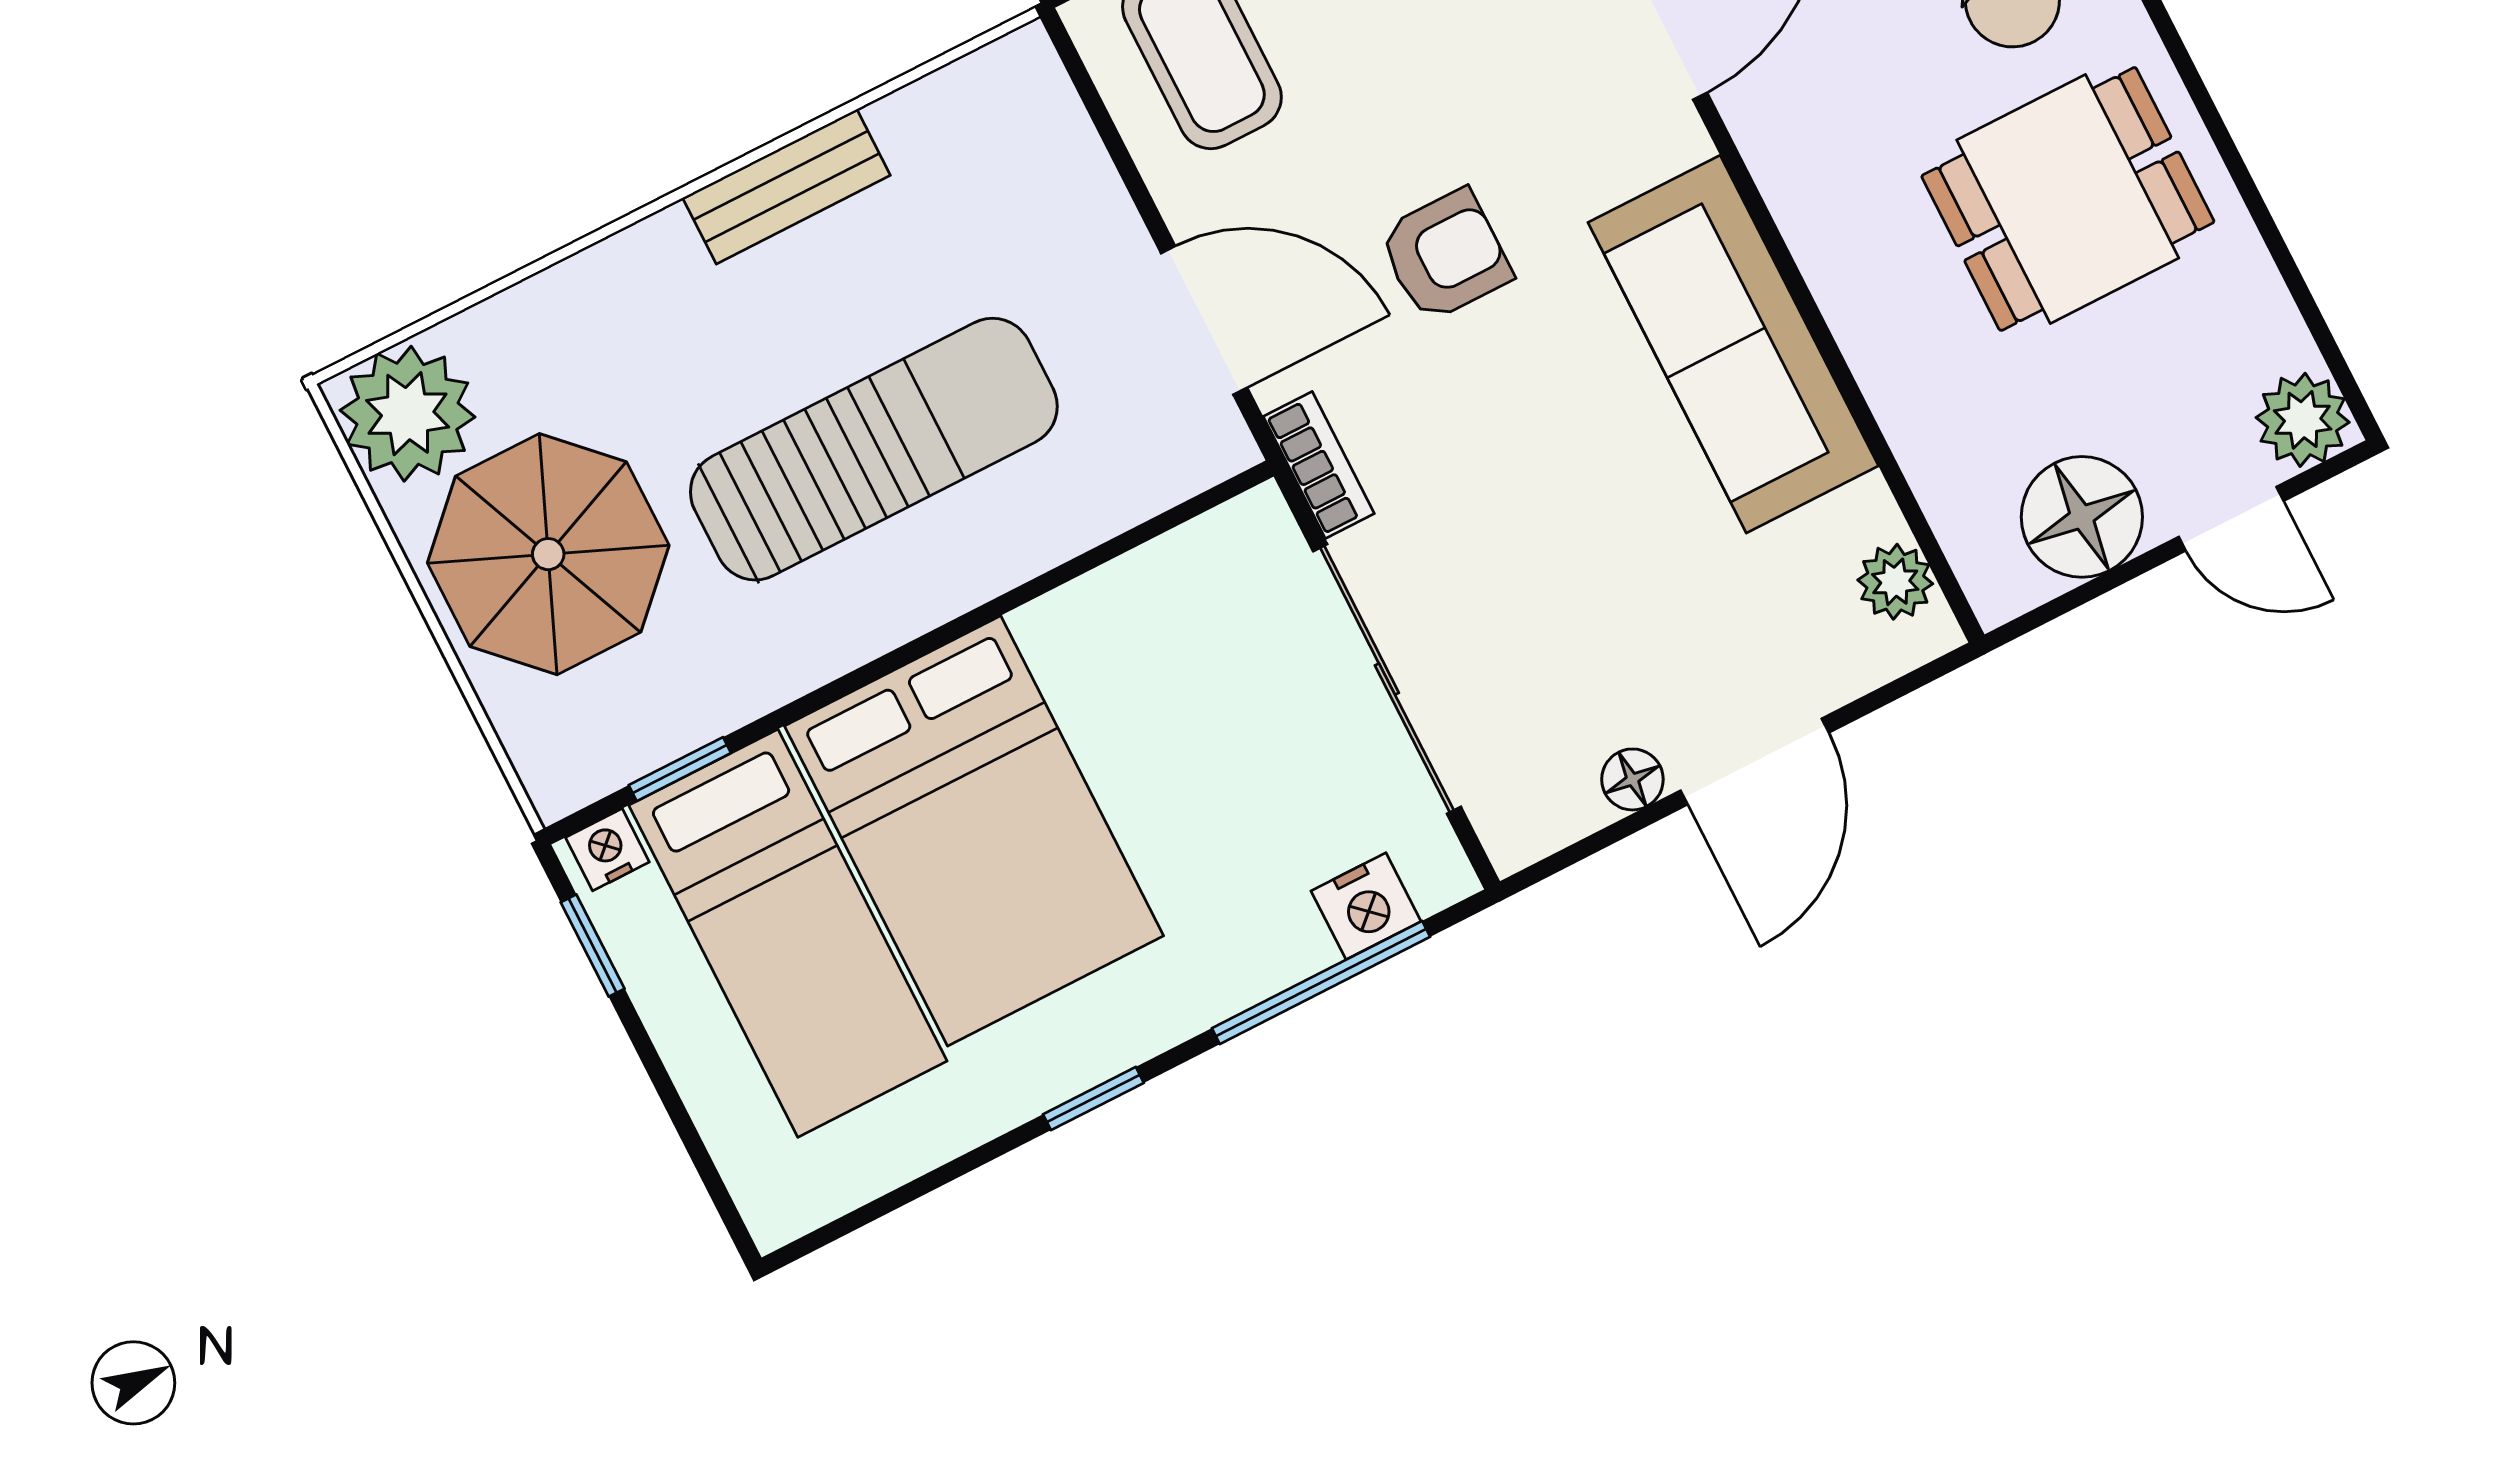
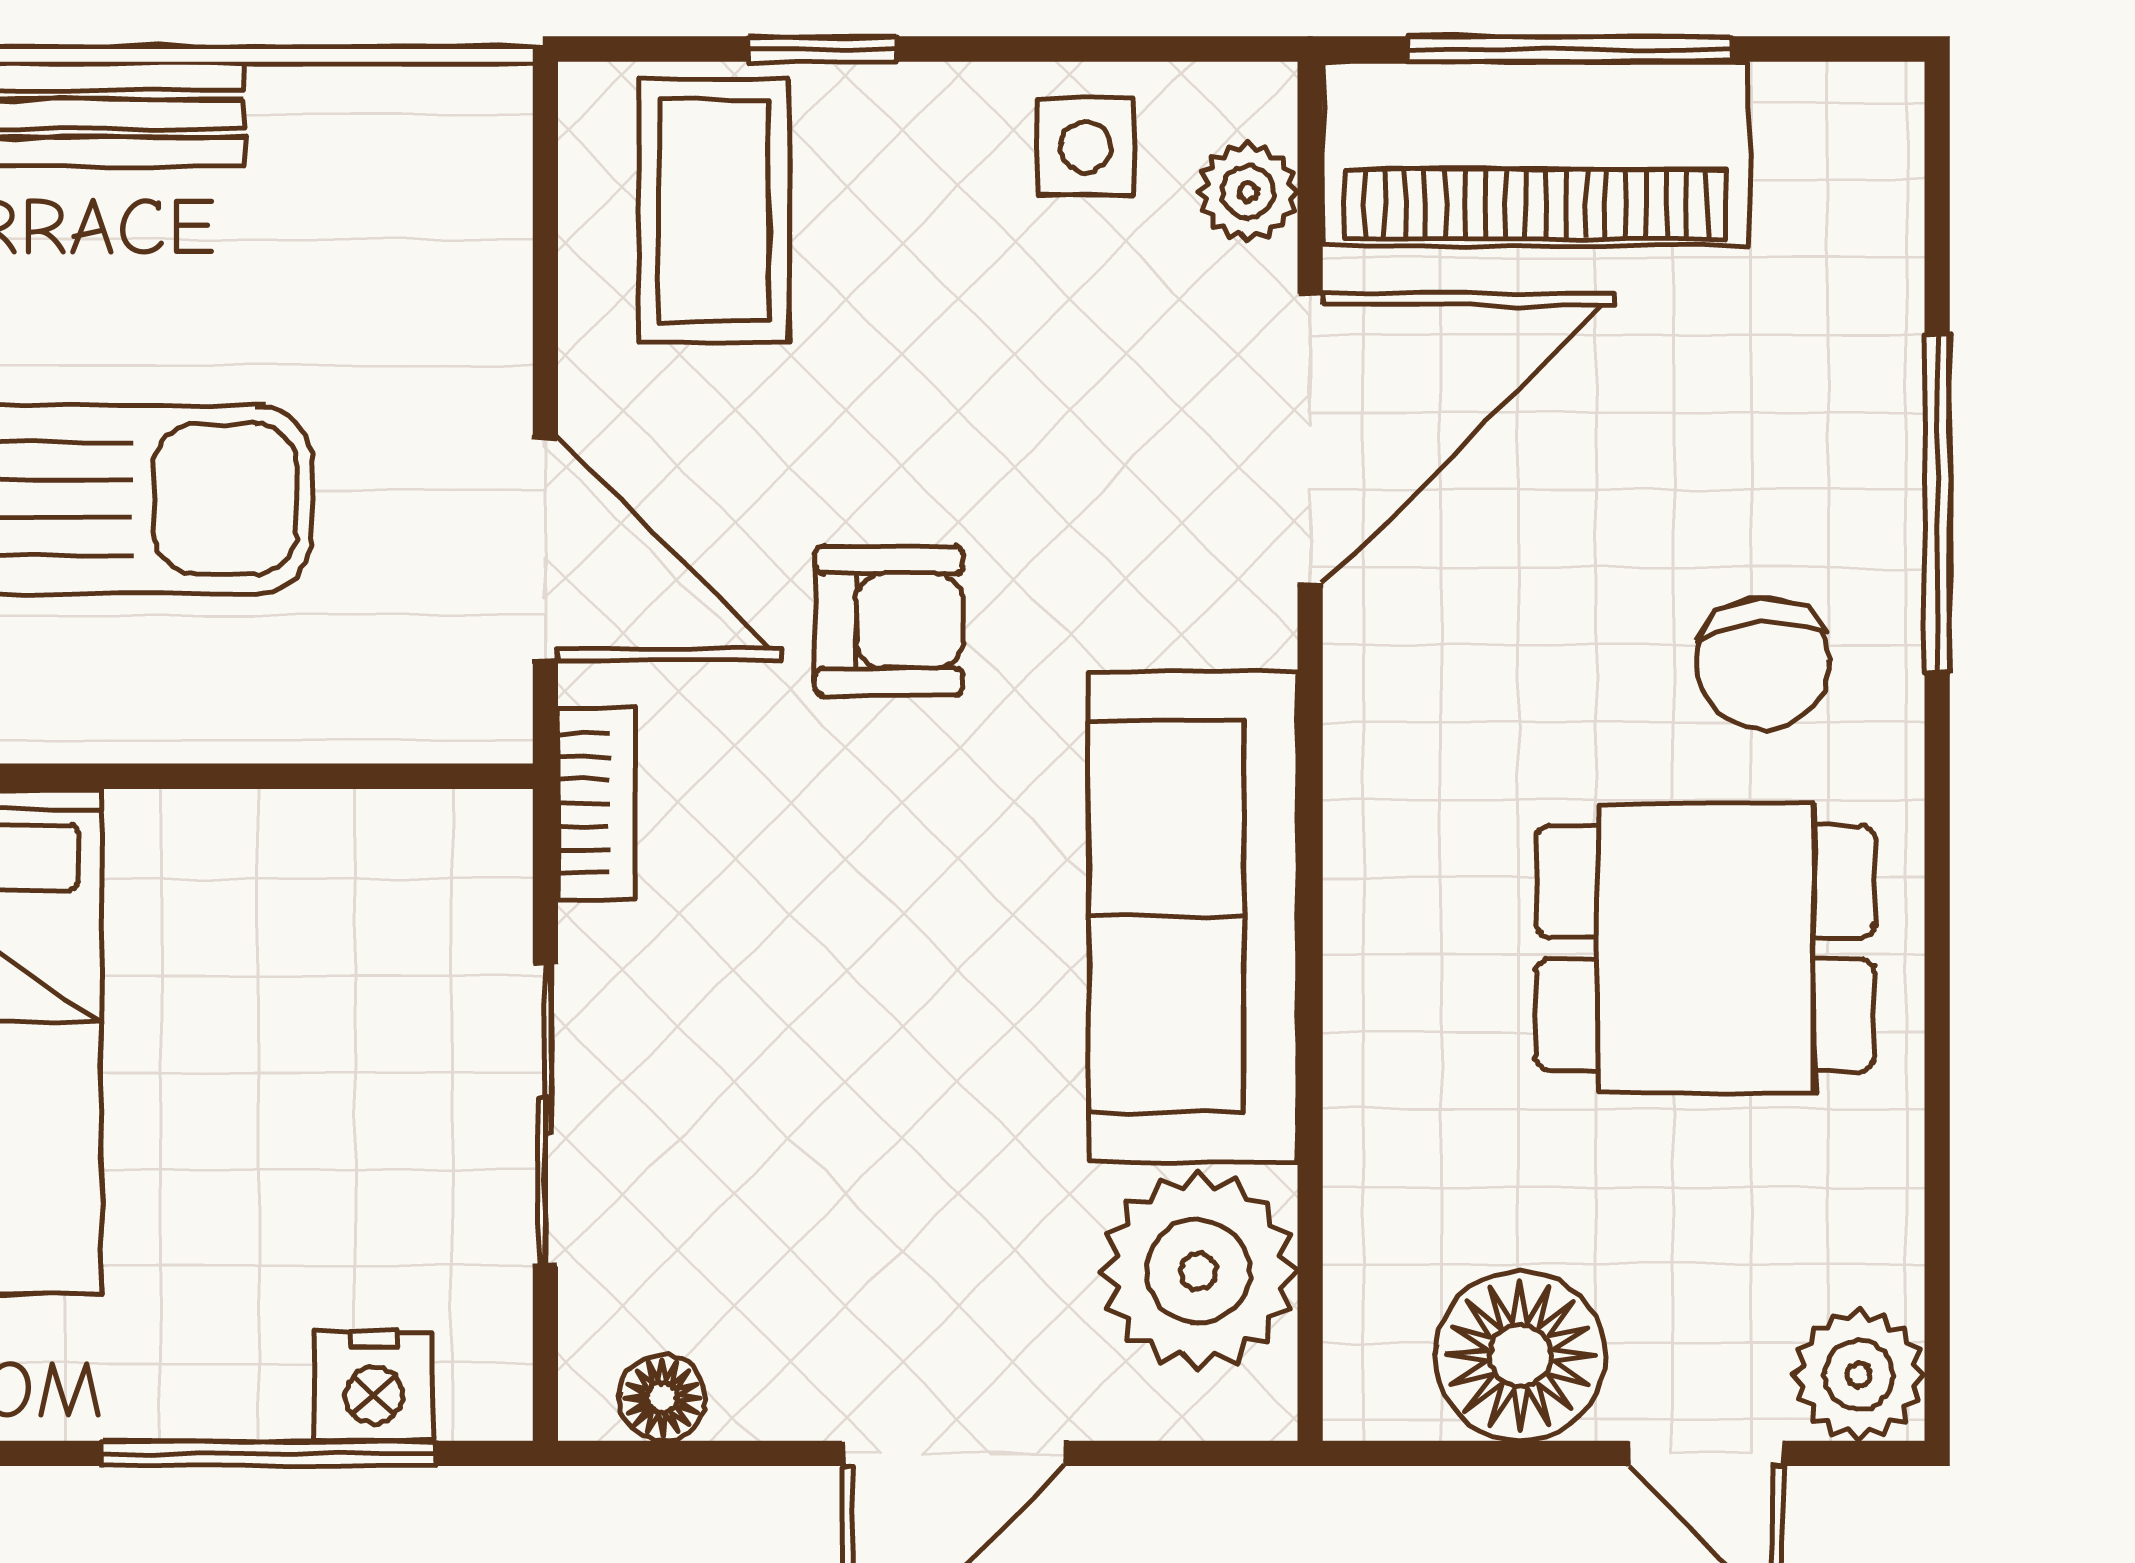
plant: (1895, 582) -> (1198, 1271), width x1.87, depth x1.87
sliding door: (1387, 679) -> (545, 1115), width x0.73
floor lamp: (1632, 779) -> (662, 1398), moved

